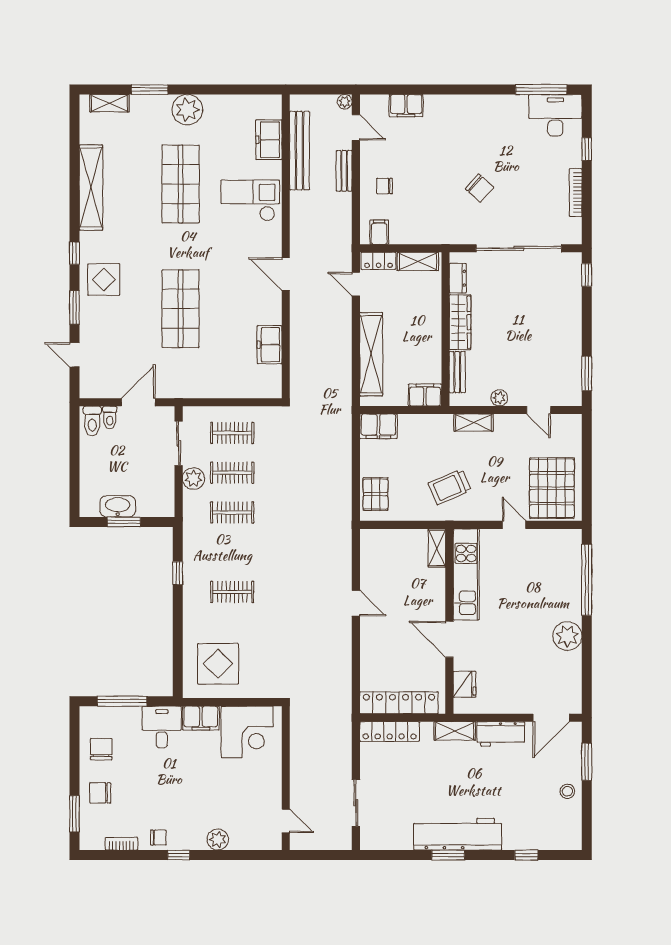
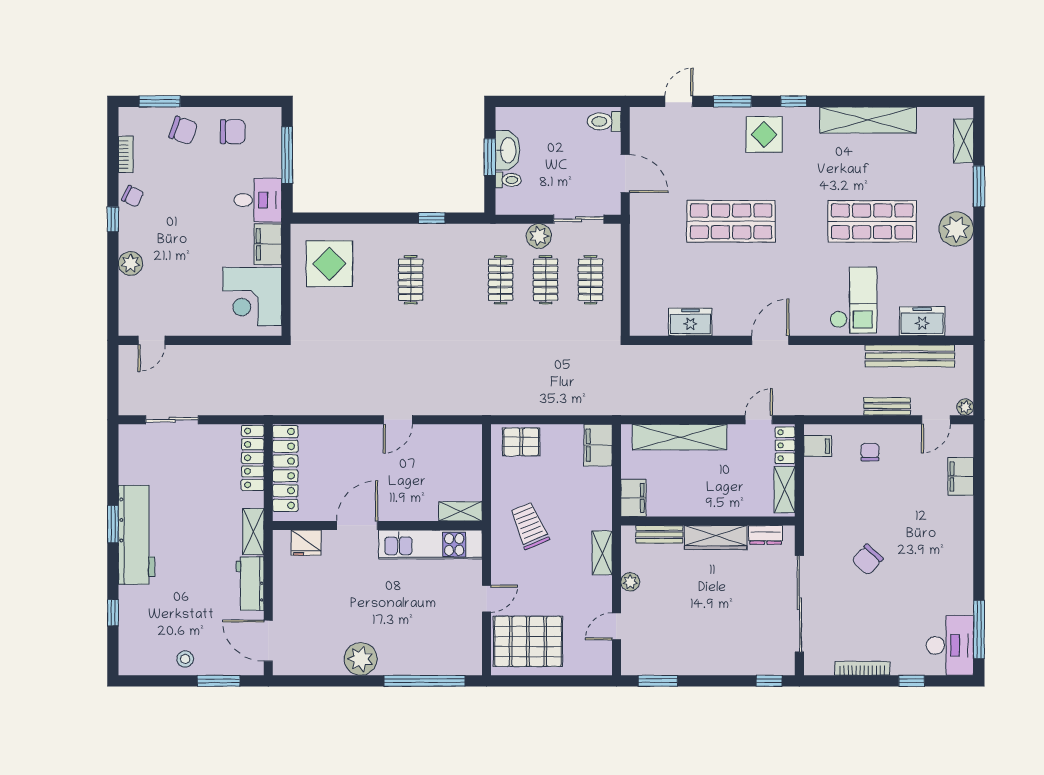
toilet: (110, 417) -> (508, 180), moved, turned 180
chair: (100, 793) -> (183, 130), turned 109
chair: (158, 838) -> (133, 196), turned -64

